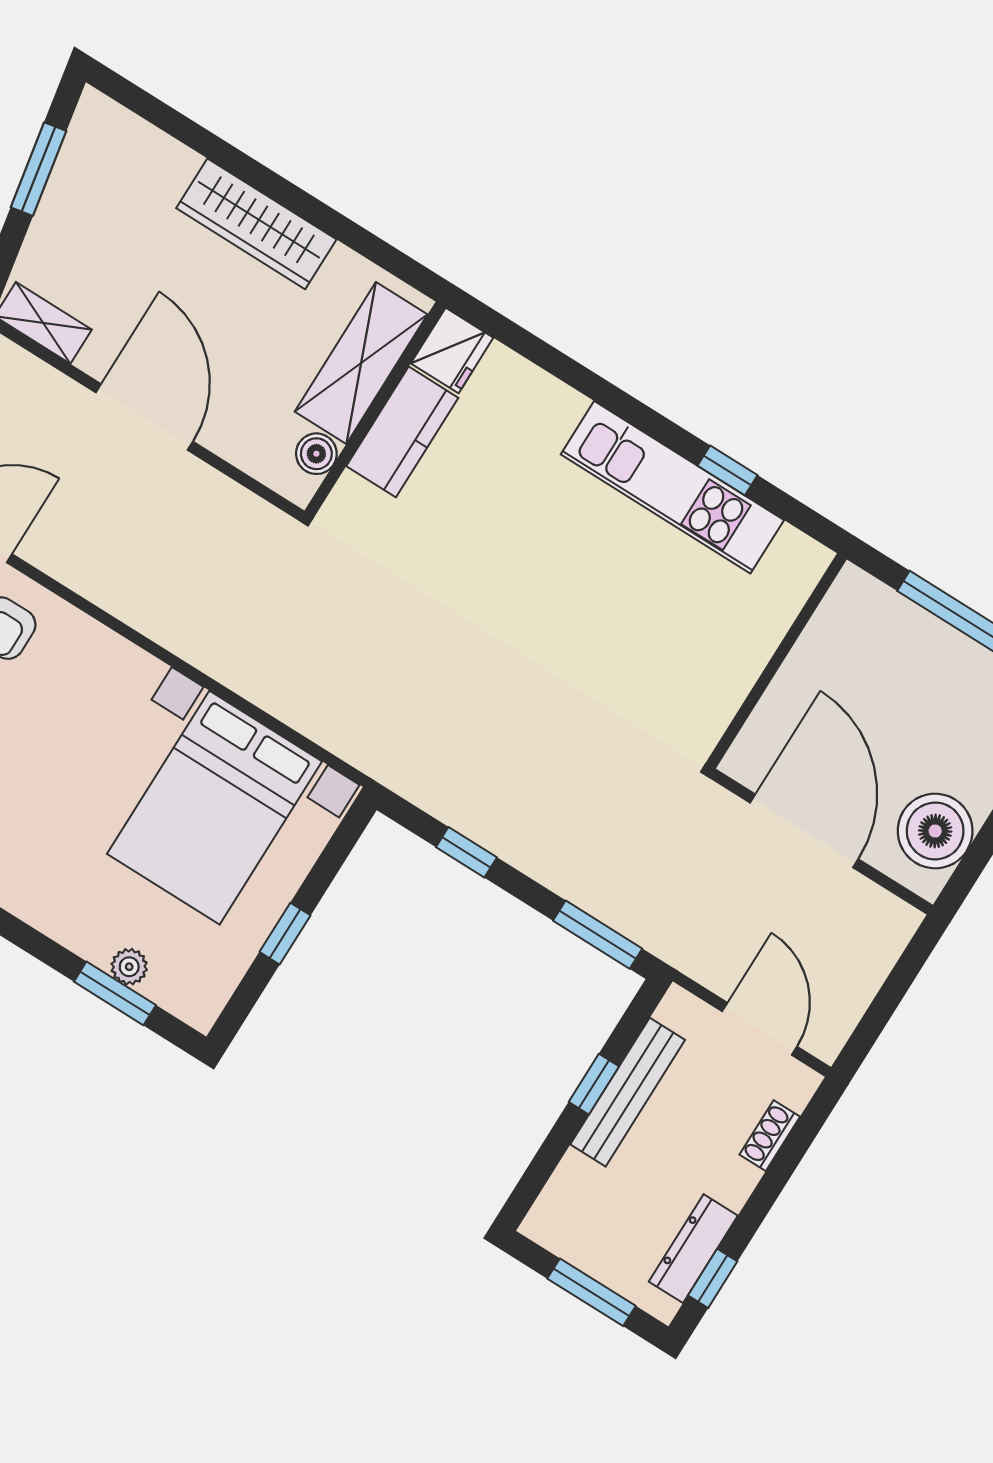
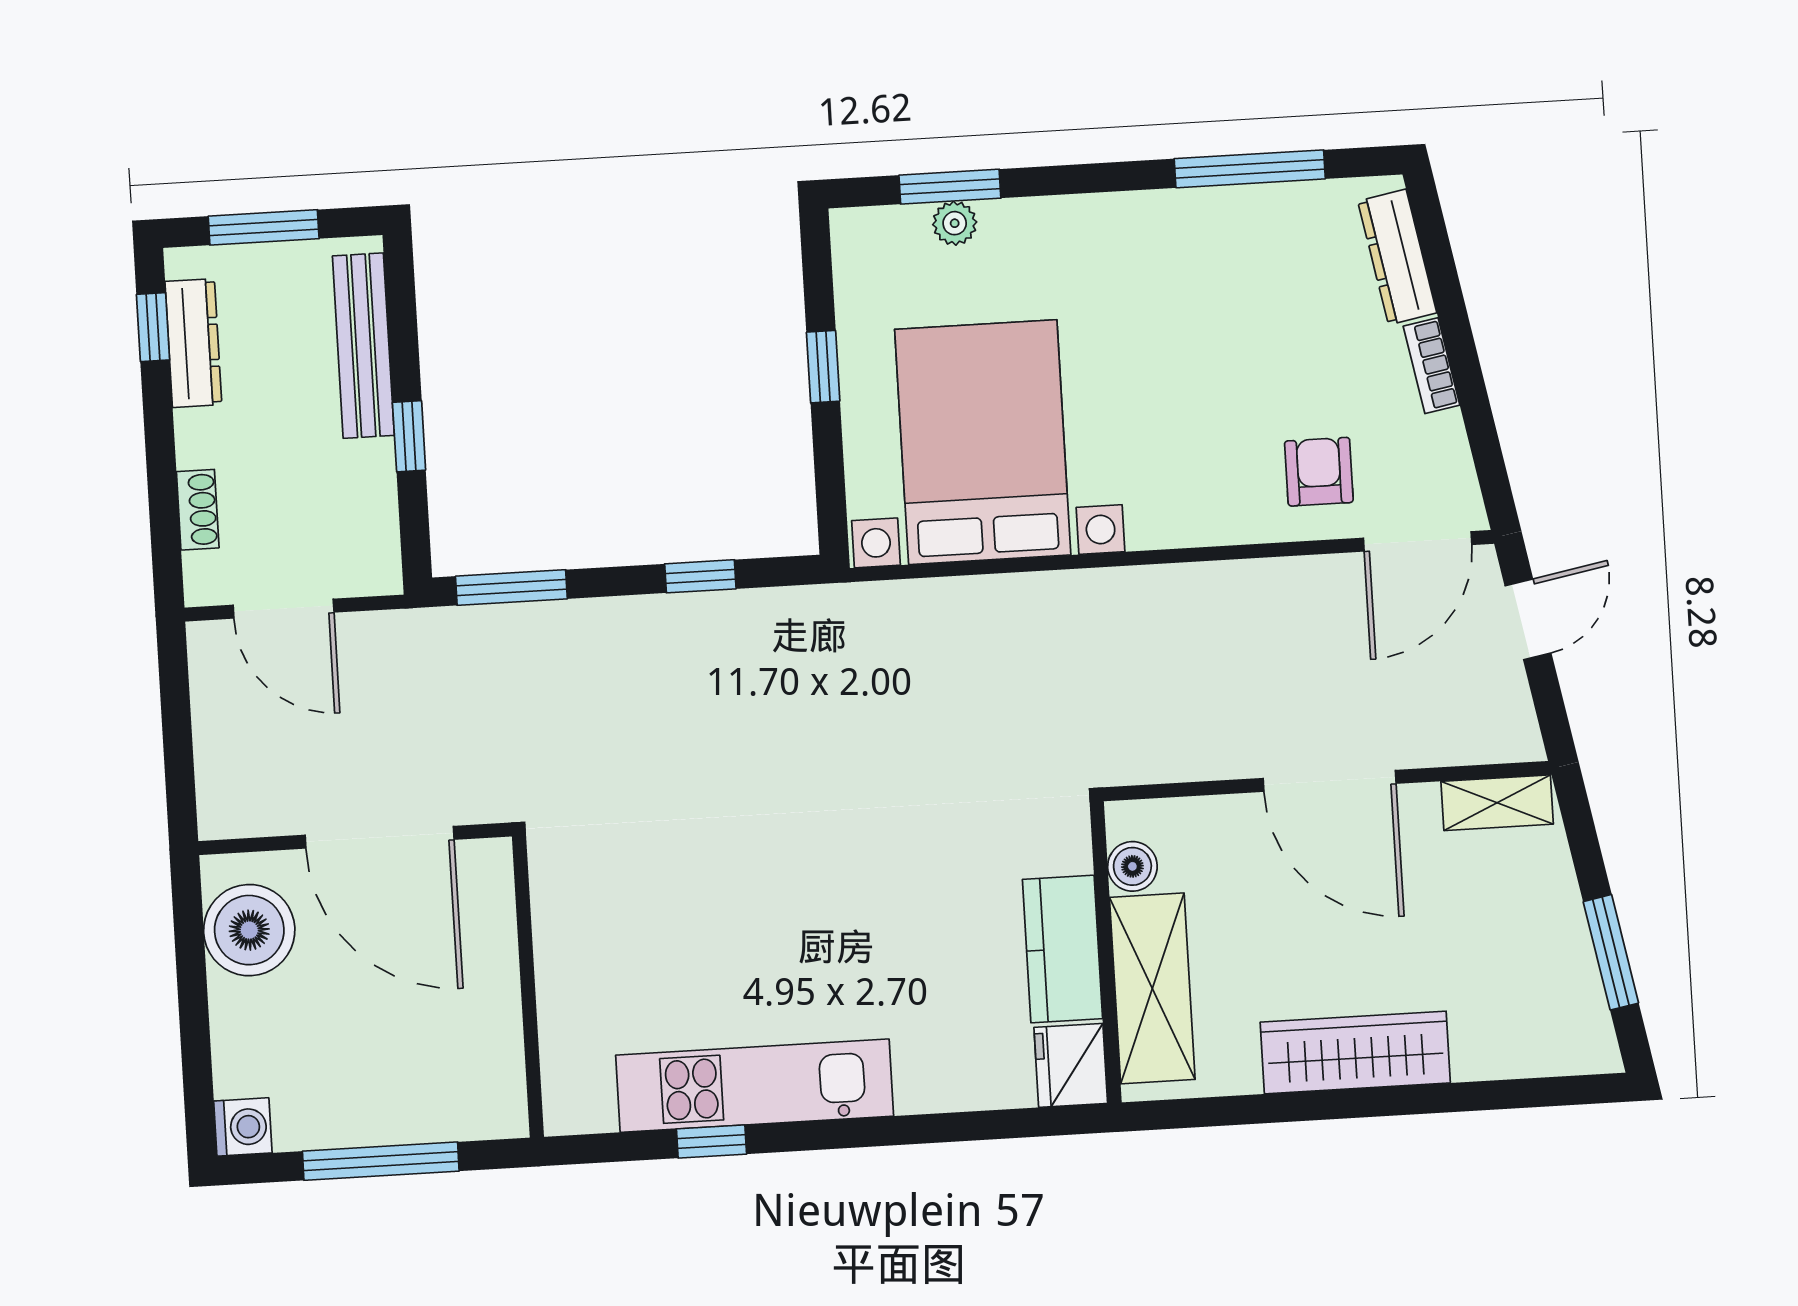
bench: (628, 1092) -> (363, 346), moved

